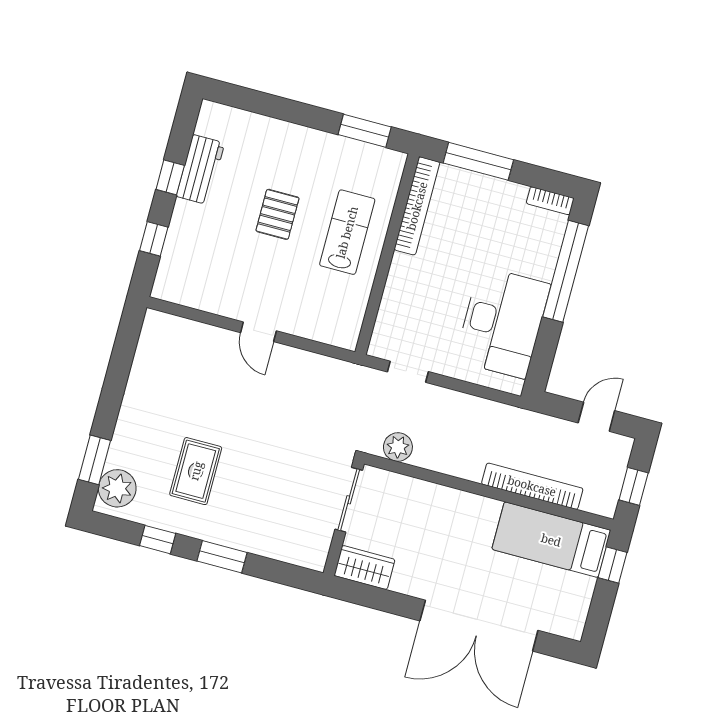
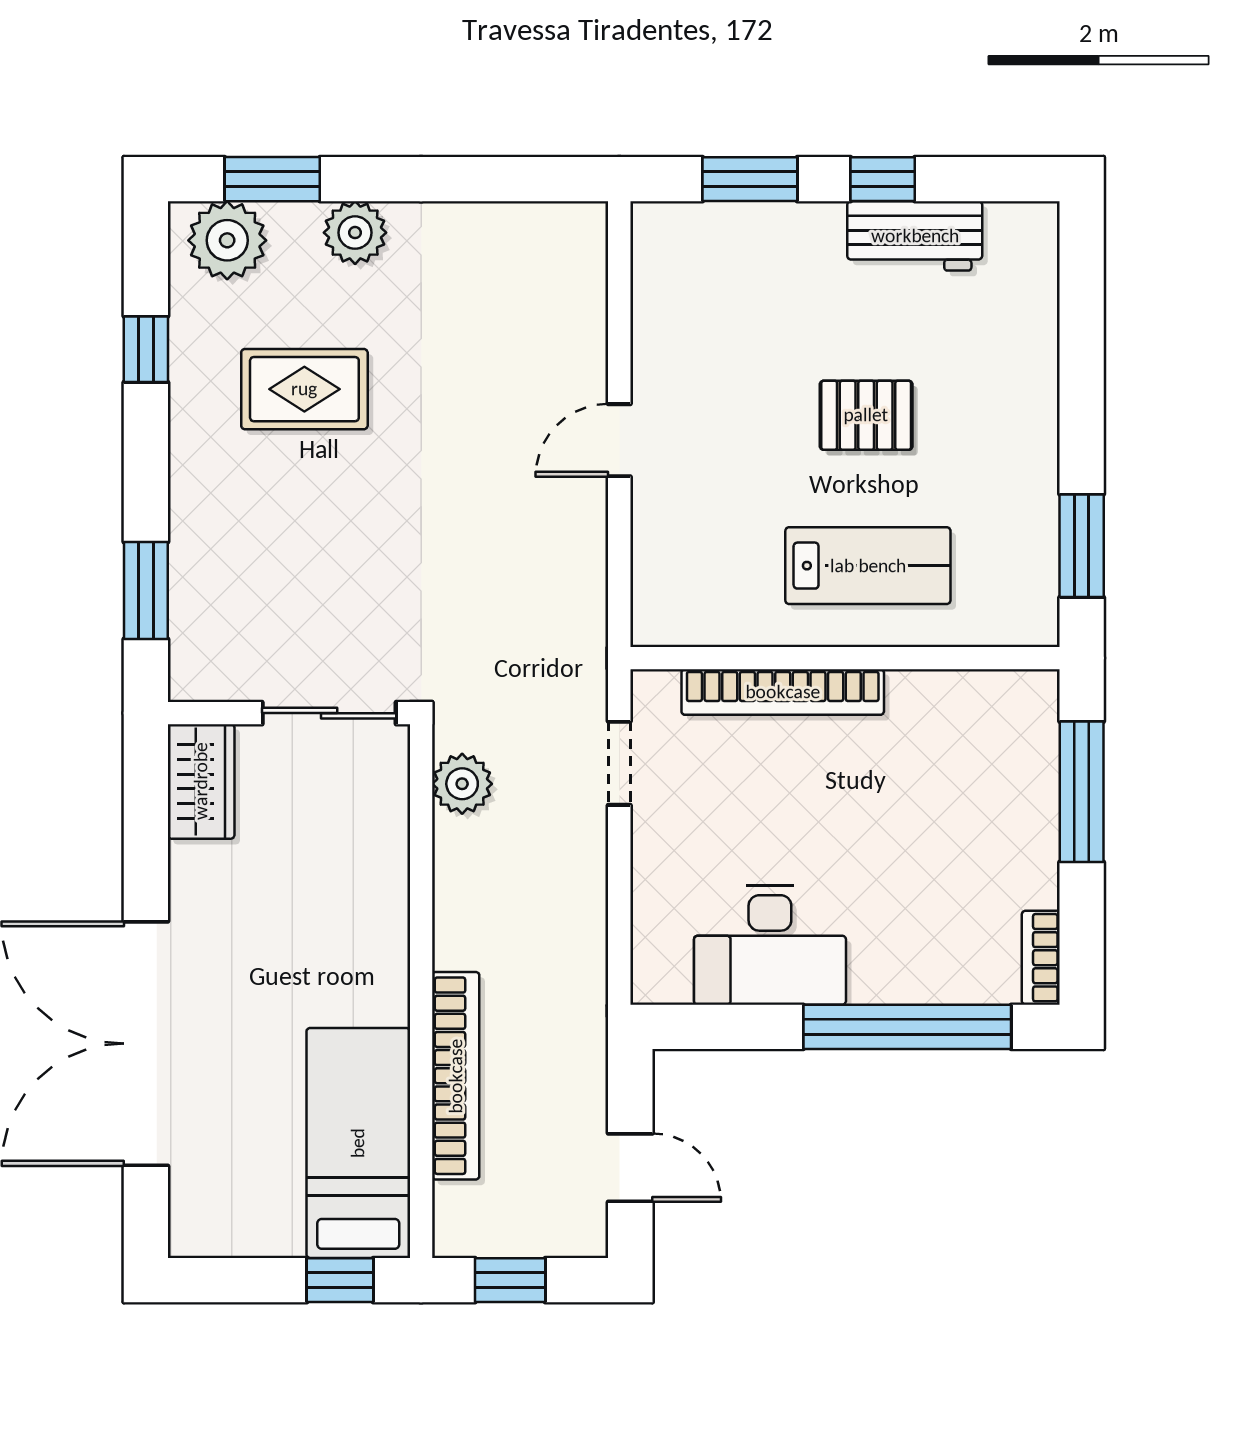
bookcase: (417, 206) -> (783, 692), moved
window: (154, 239) -> (750, 179), width x1.50
desk: (503, 322) -> (770, 945), width x0.73, depth x0.77
plant: (130, 428) -> (355, 233), added
window: (222, 557) -> (146, 590), moved

